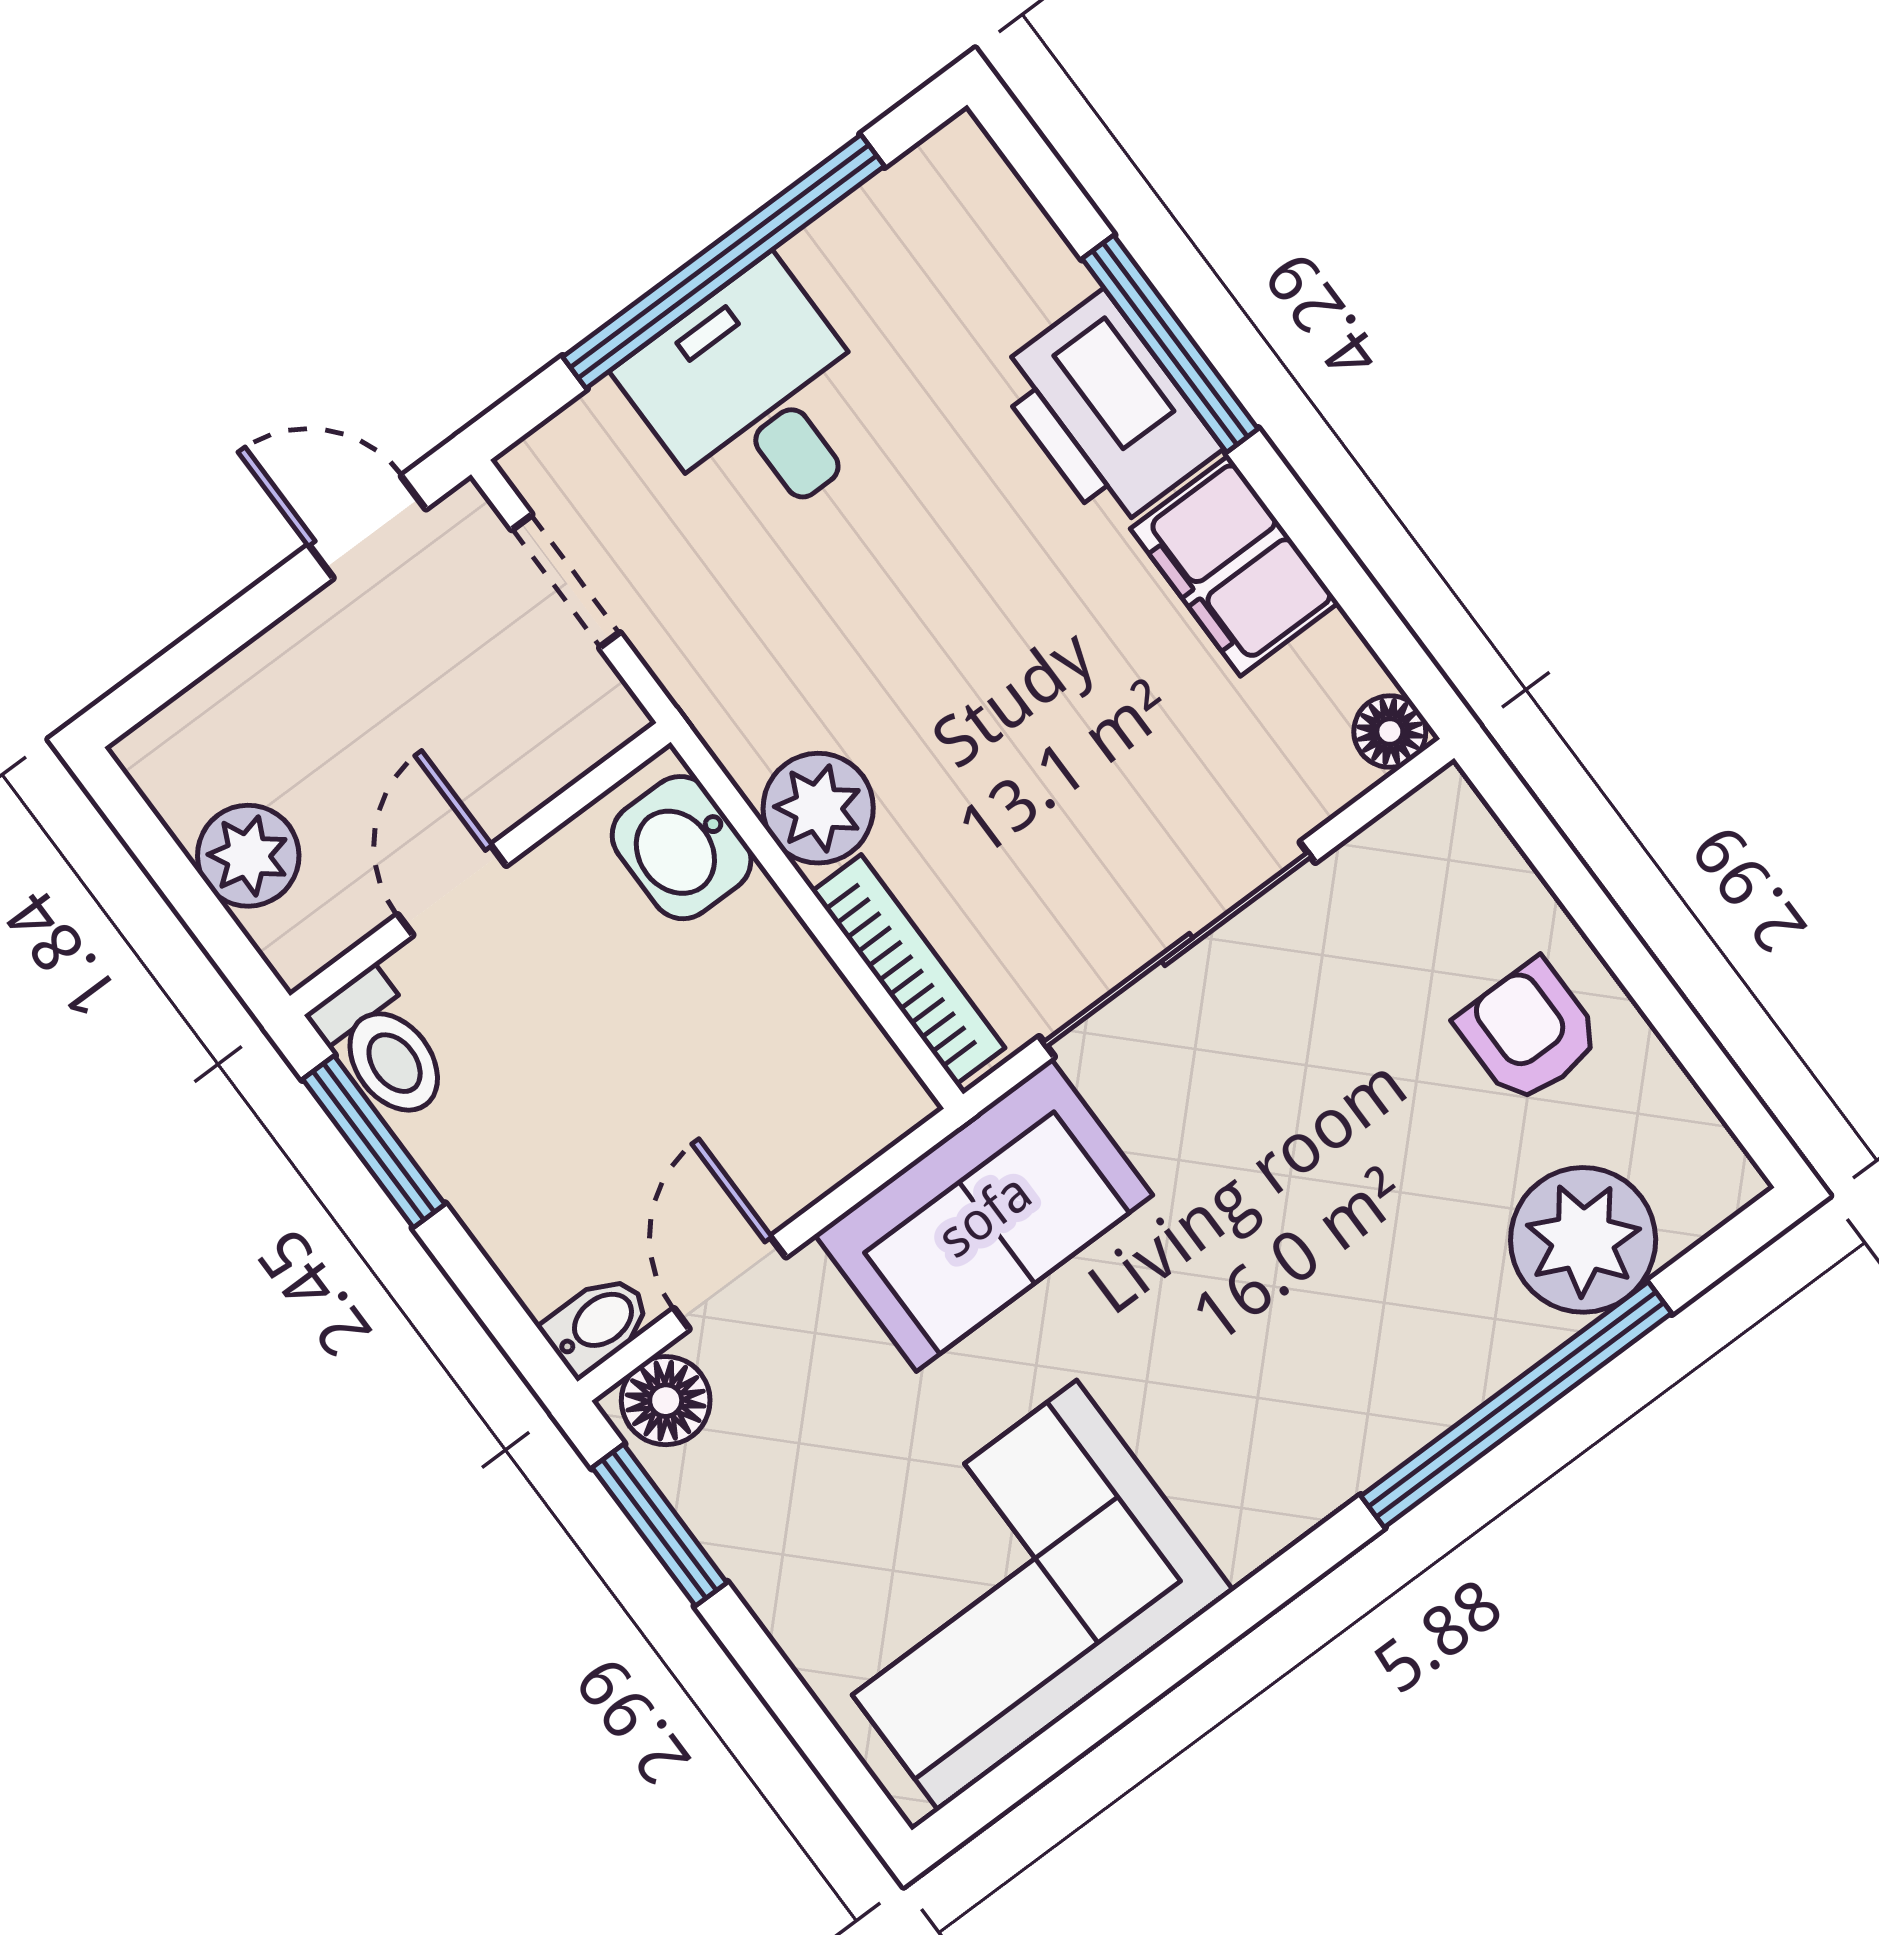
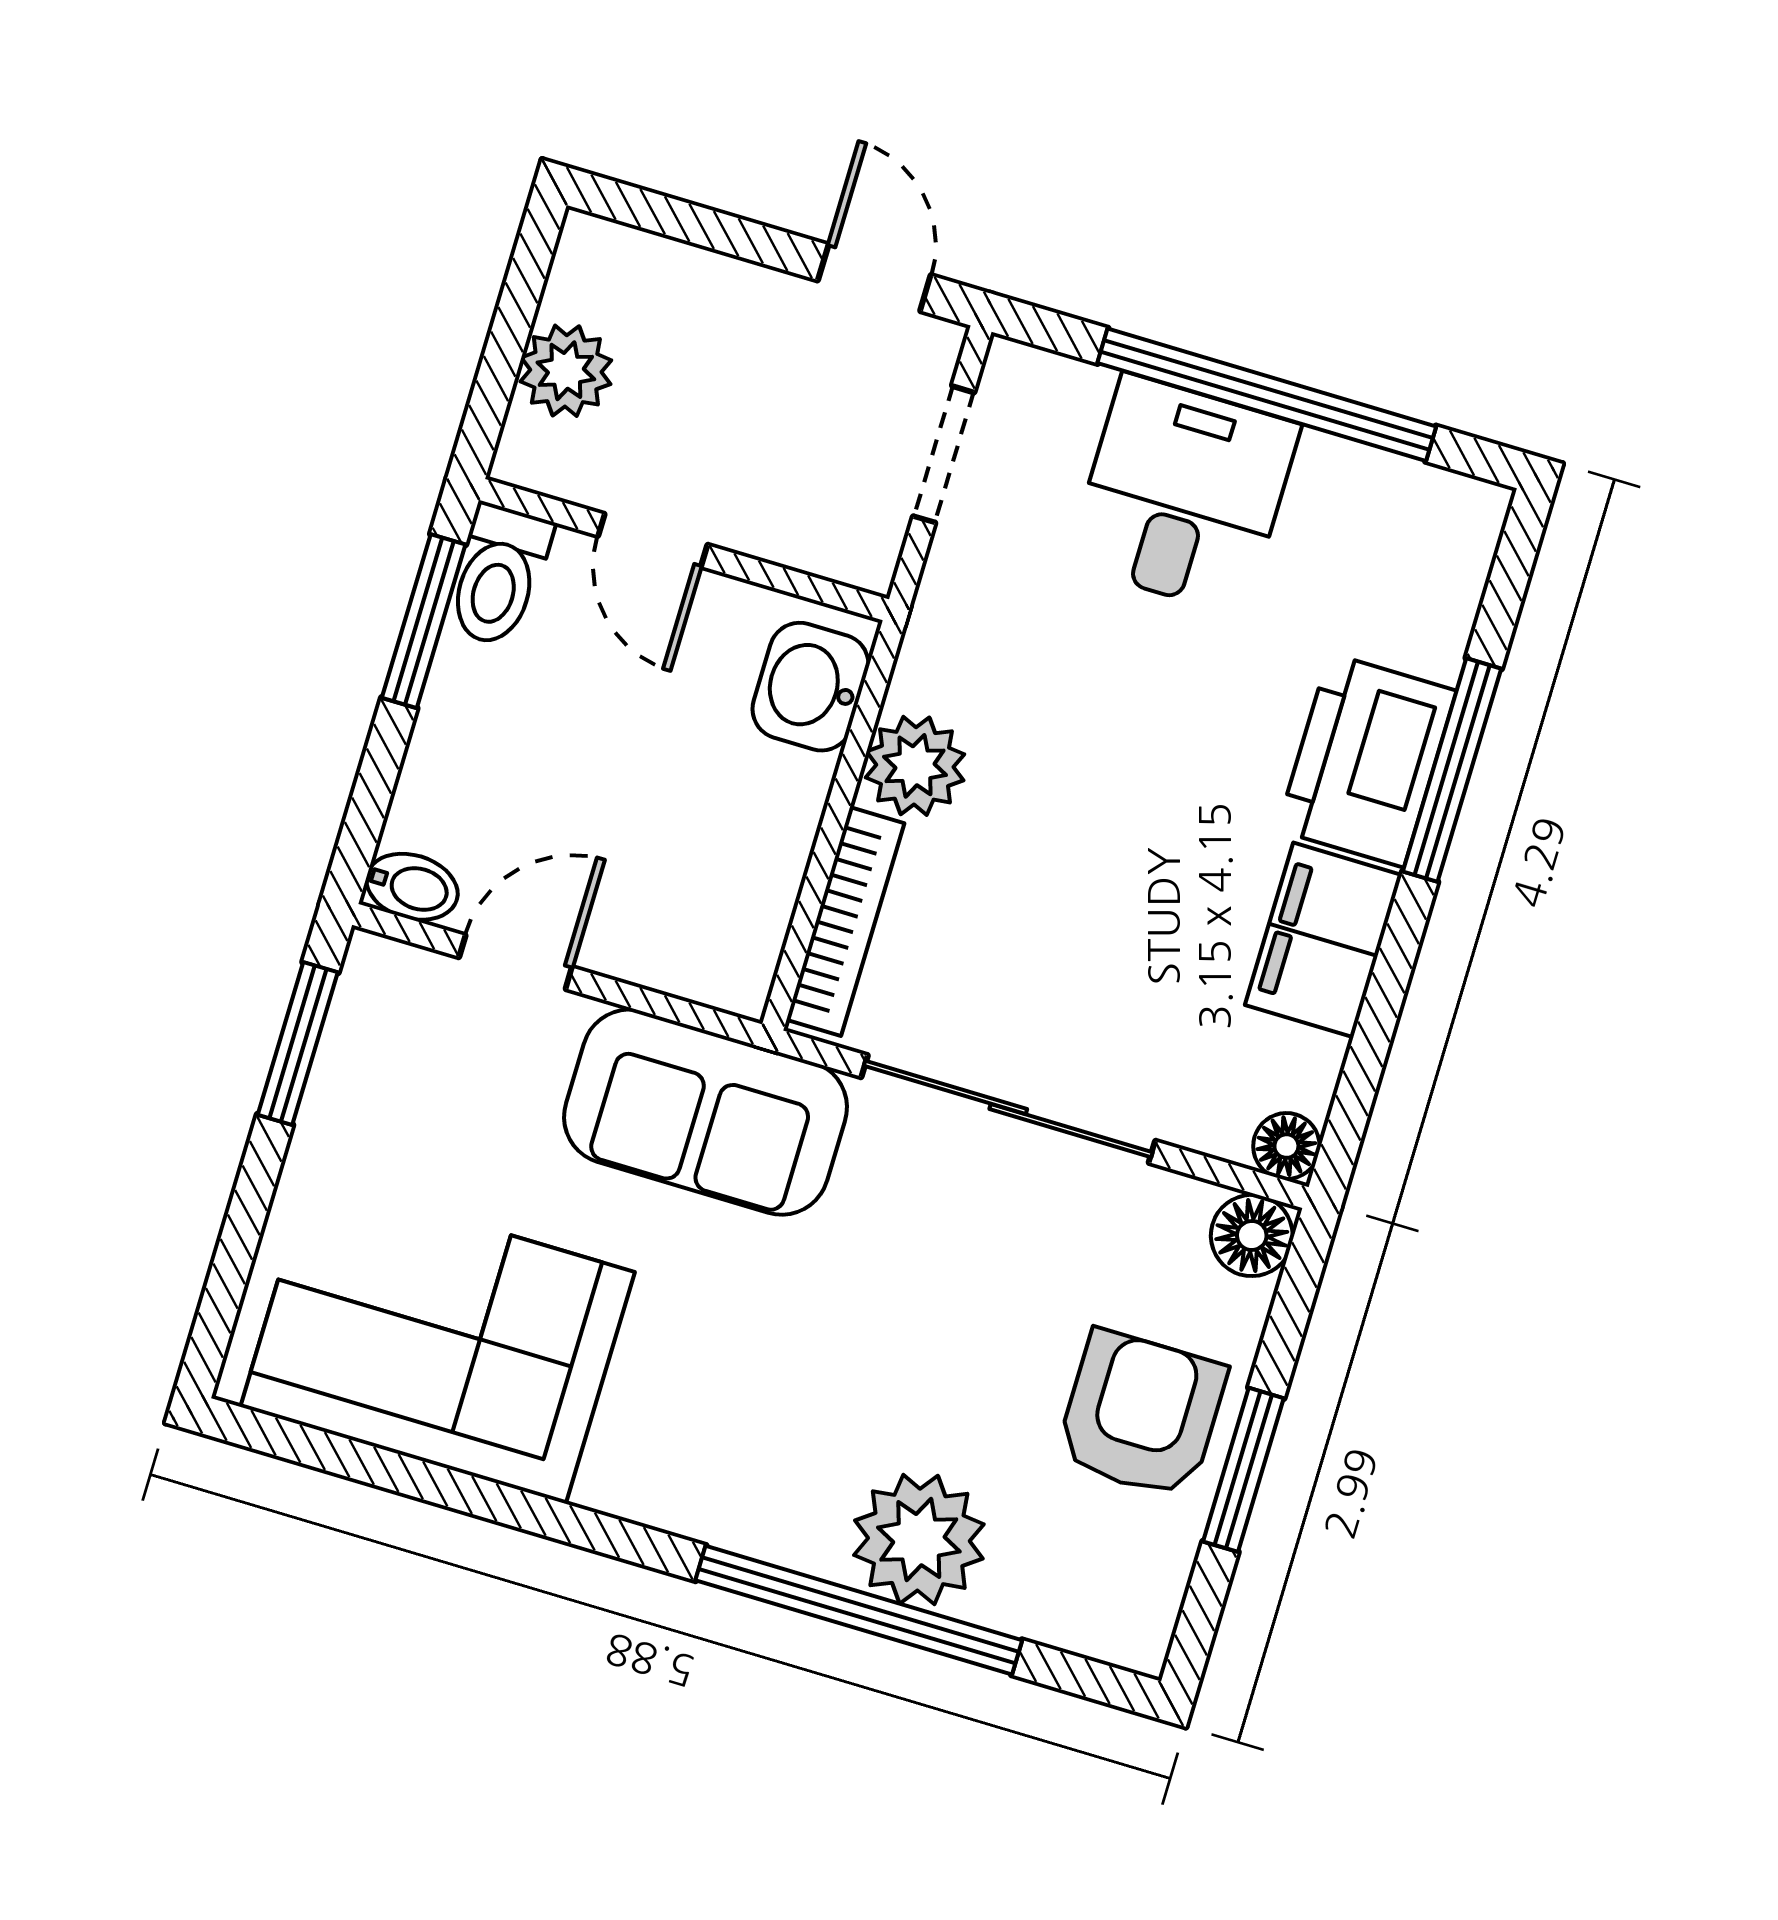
door: (452, 890) -> (653, 540), swing flipped
window: (1643, 979) -> (1243, 1470), added
armchair: (1529, 1032) -> (1141, 1414), width x1.38, depth x1.38
plant: (1583, 1240) -> (919, 1540), moved
floor lamp: (666, 1401) -> (1252, 1235), moved

